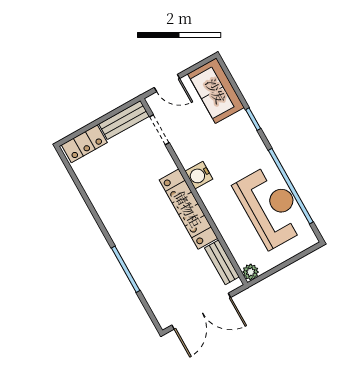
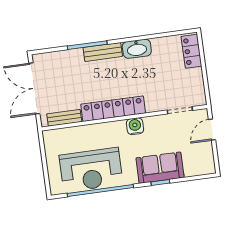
sofa: (216, 91) -> (160, 168), moved
bench: (124, 120) -> (103, 52), moved, turned 90
washbasin: (107, 209) -> (137, 49), added
plant: (251, 272) -> (49, 136), removed

